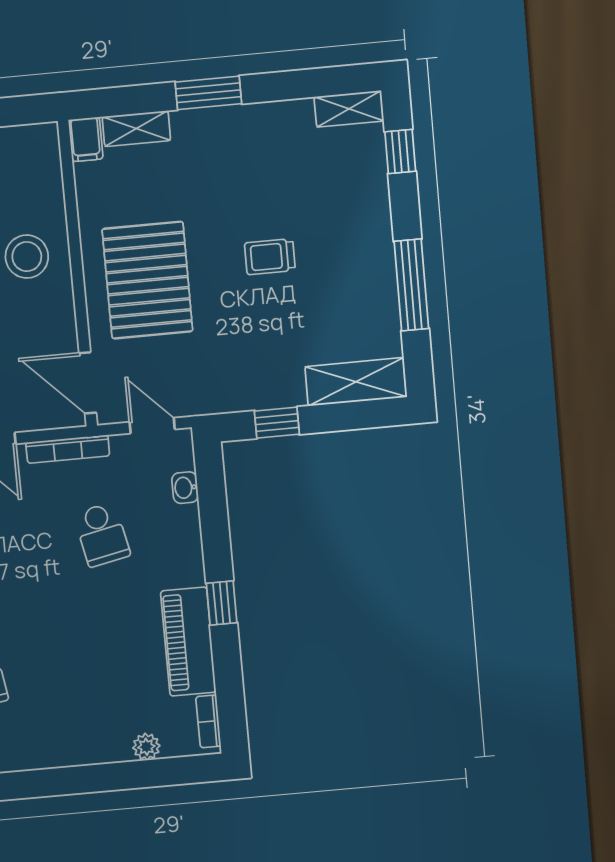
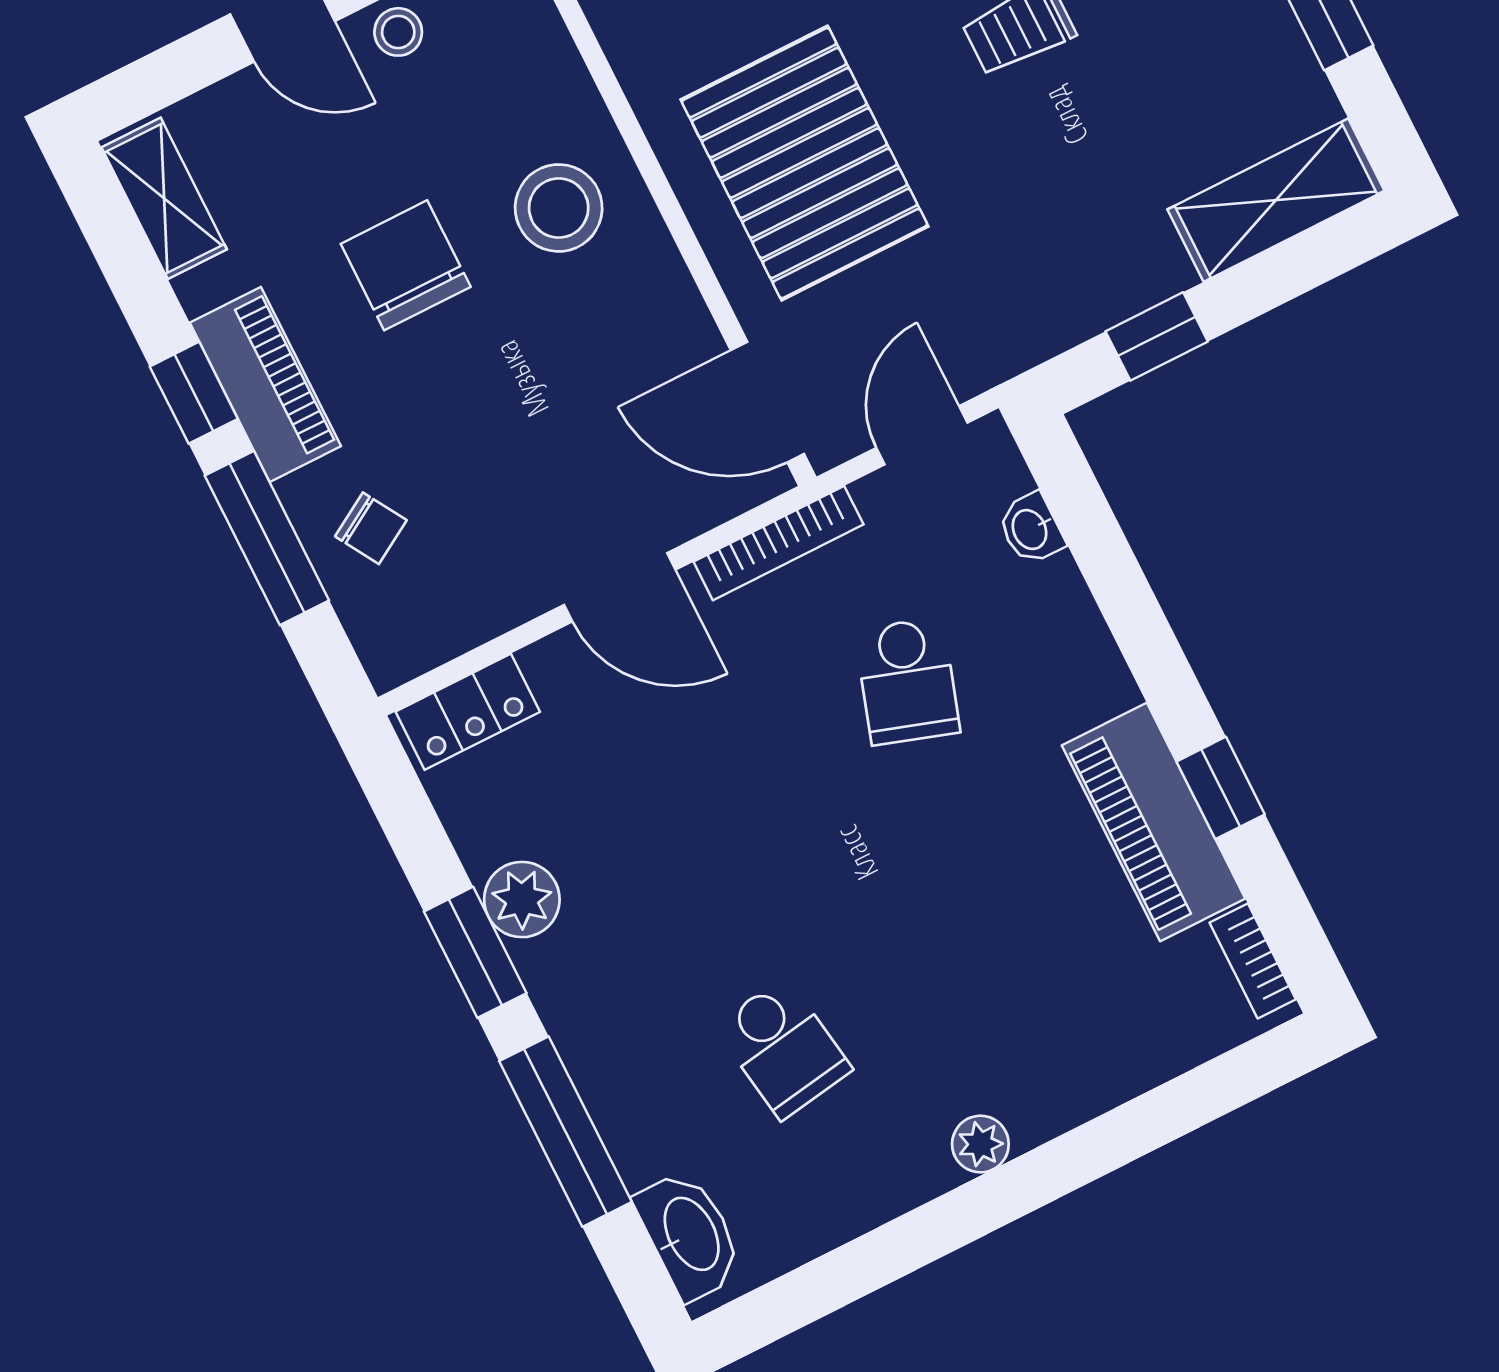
door: (152, 426) -> (922, 435), hinge flipped
school desk: (102, 535) -> (907, 681), turned 30
window: (222, 603) -> (1221, 788), moved
plant: (146, 747) -> (980, 1144), moved

